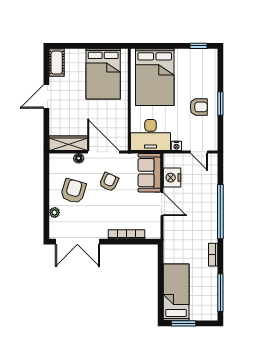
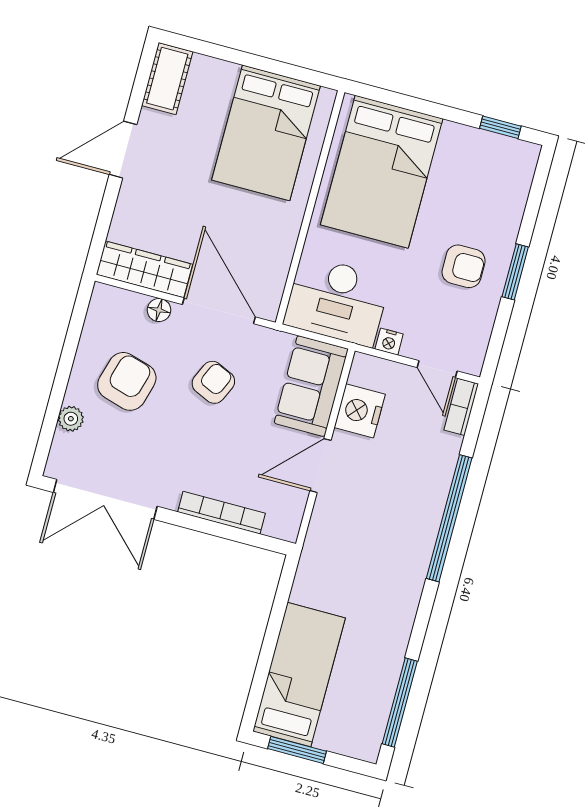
door: (162, 204) -> (321, 466), swing flipped
bookcase: (213, 255) -> (461, 407), moved

